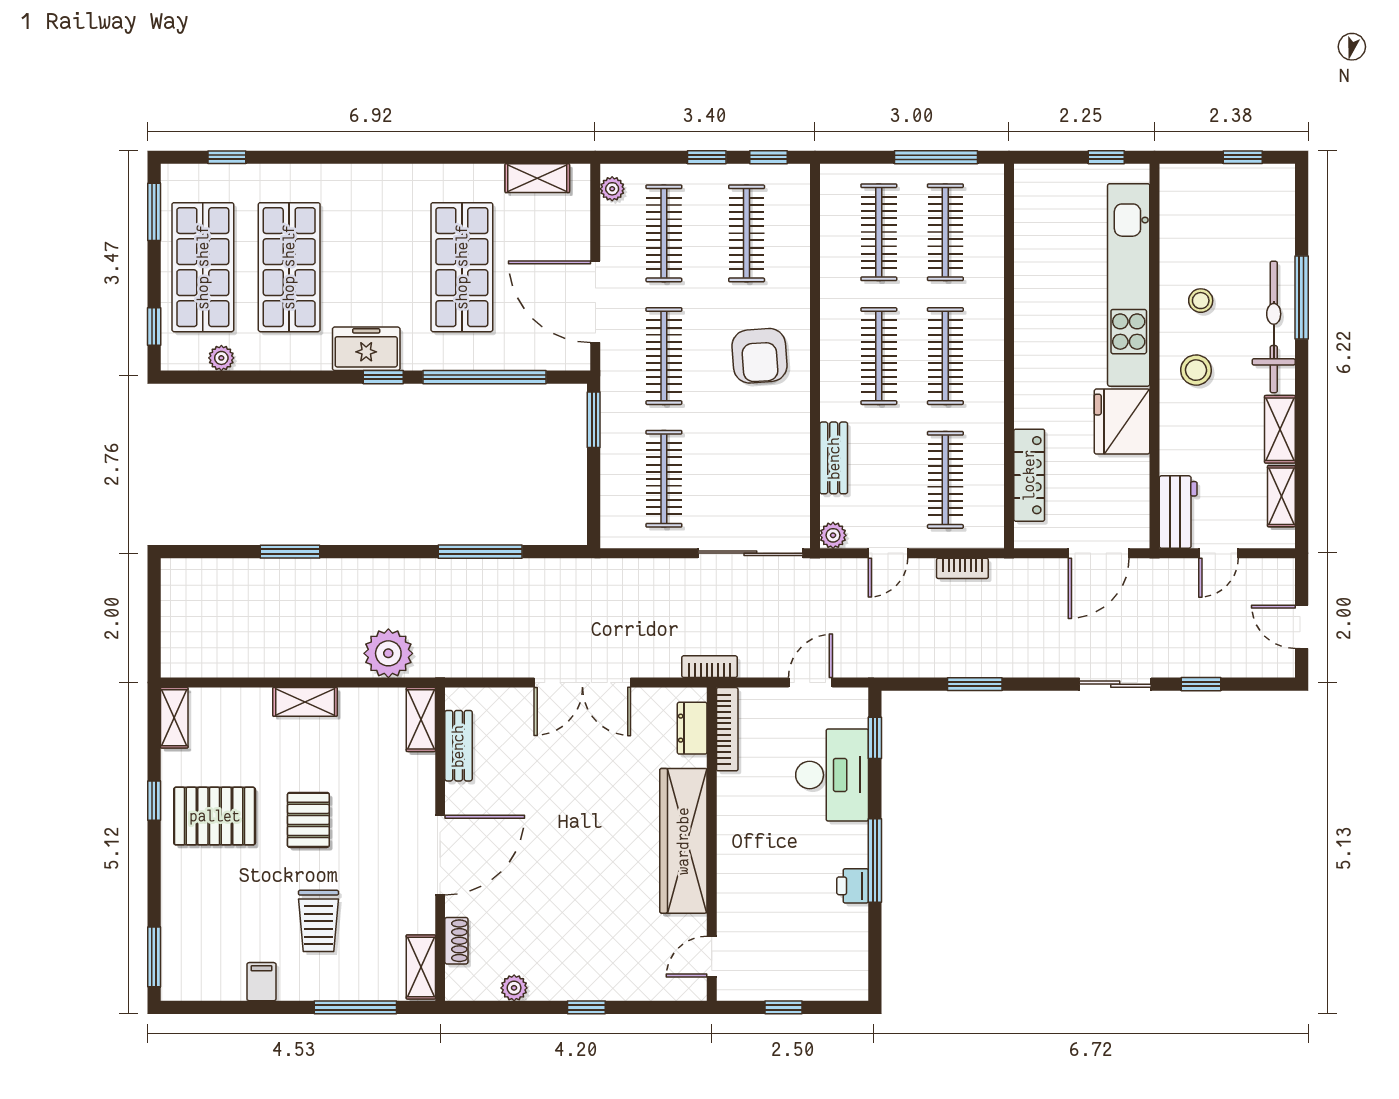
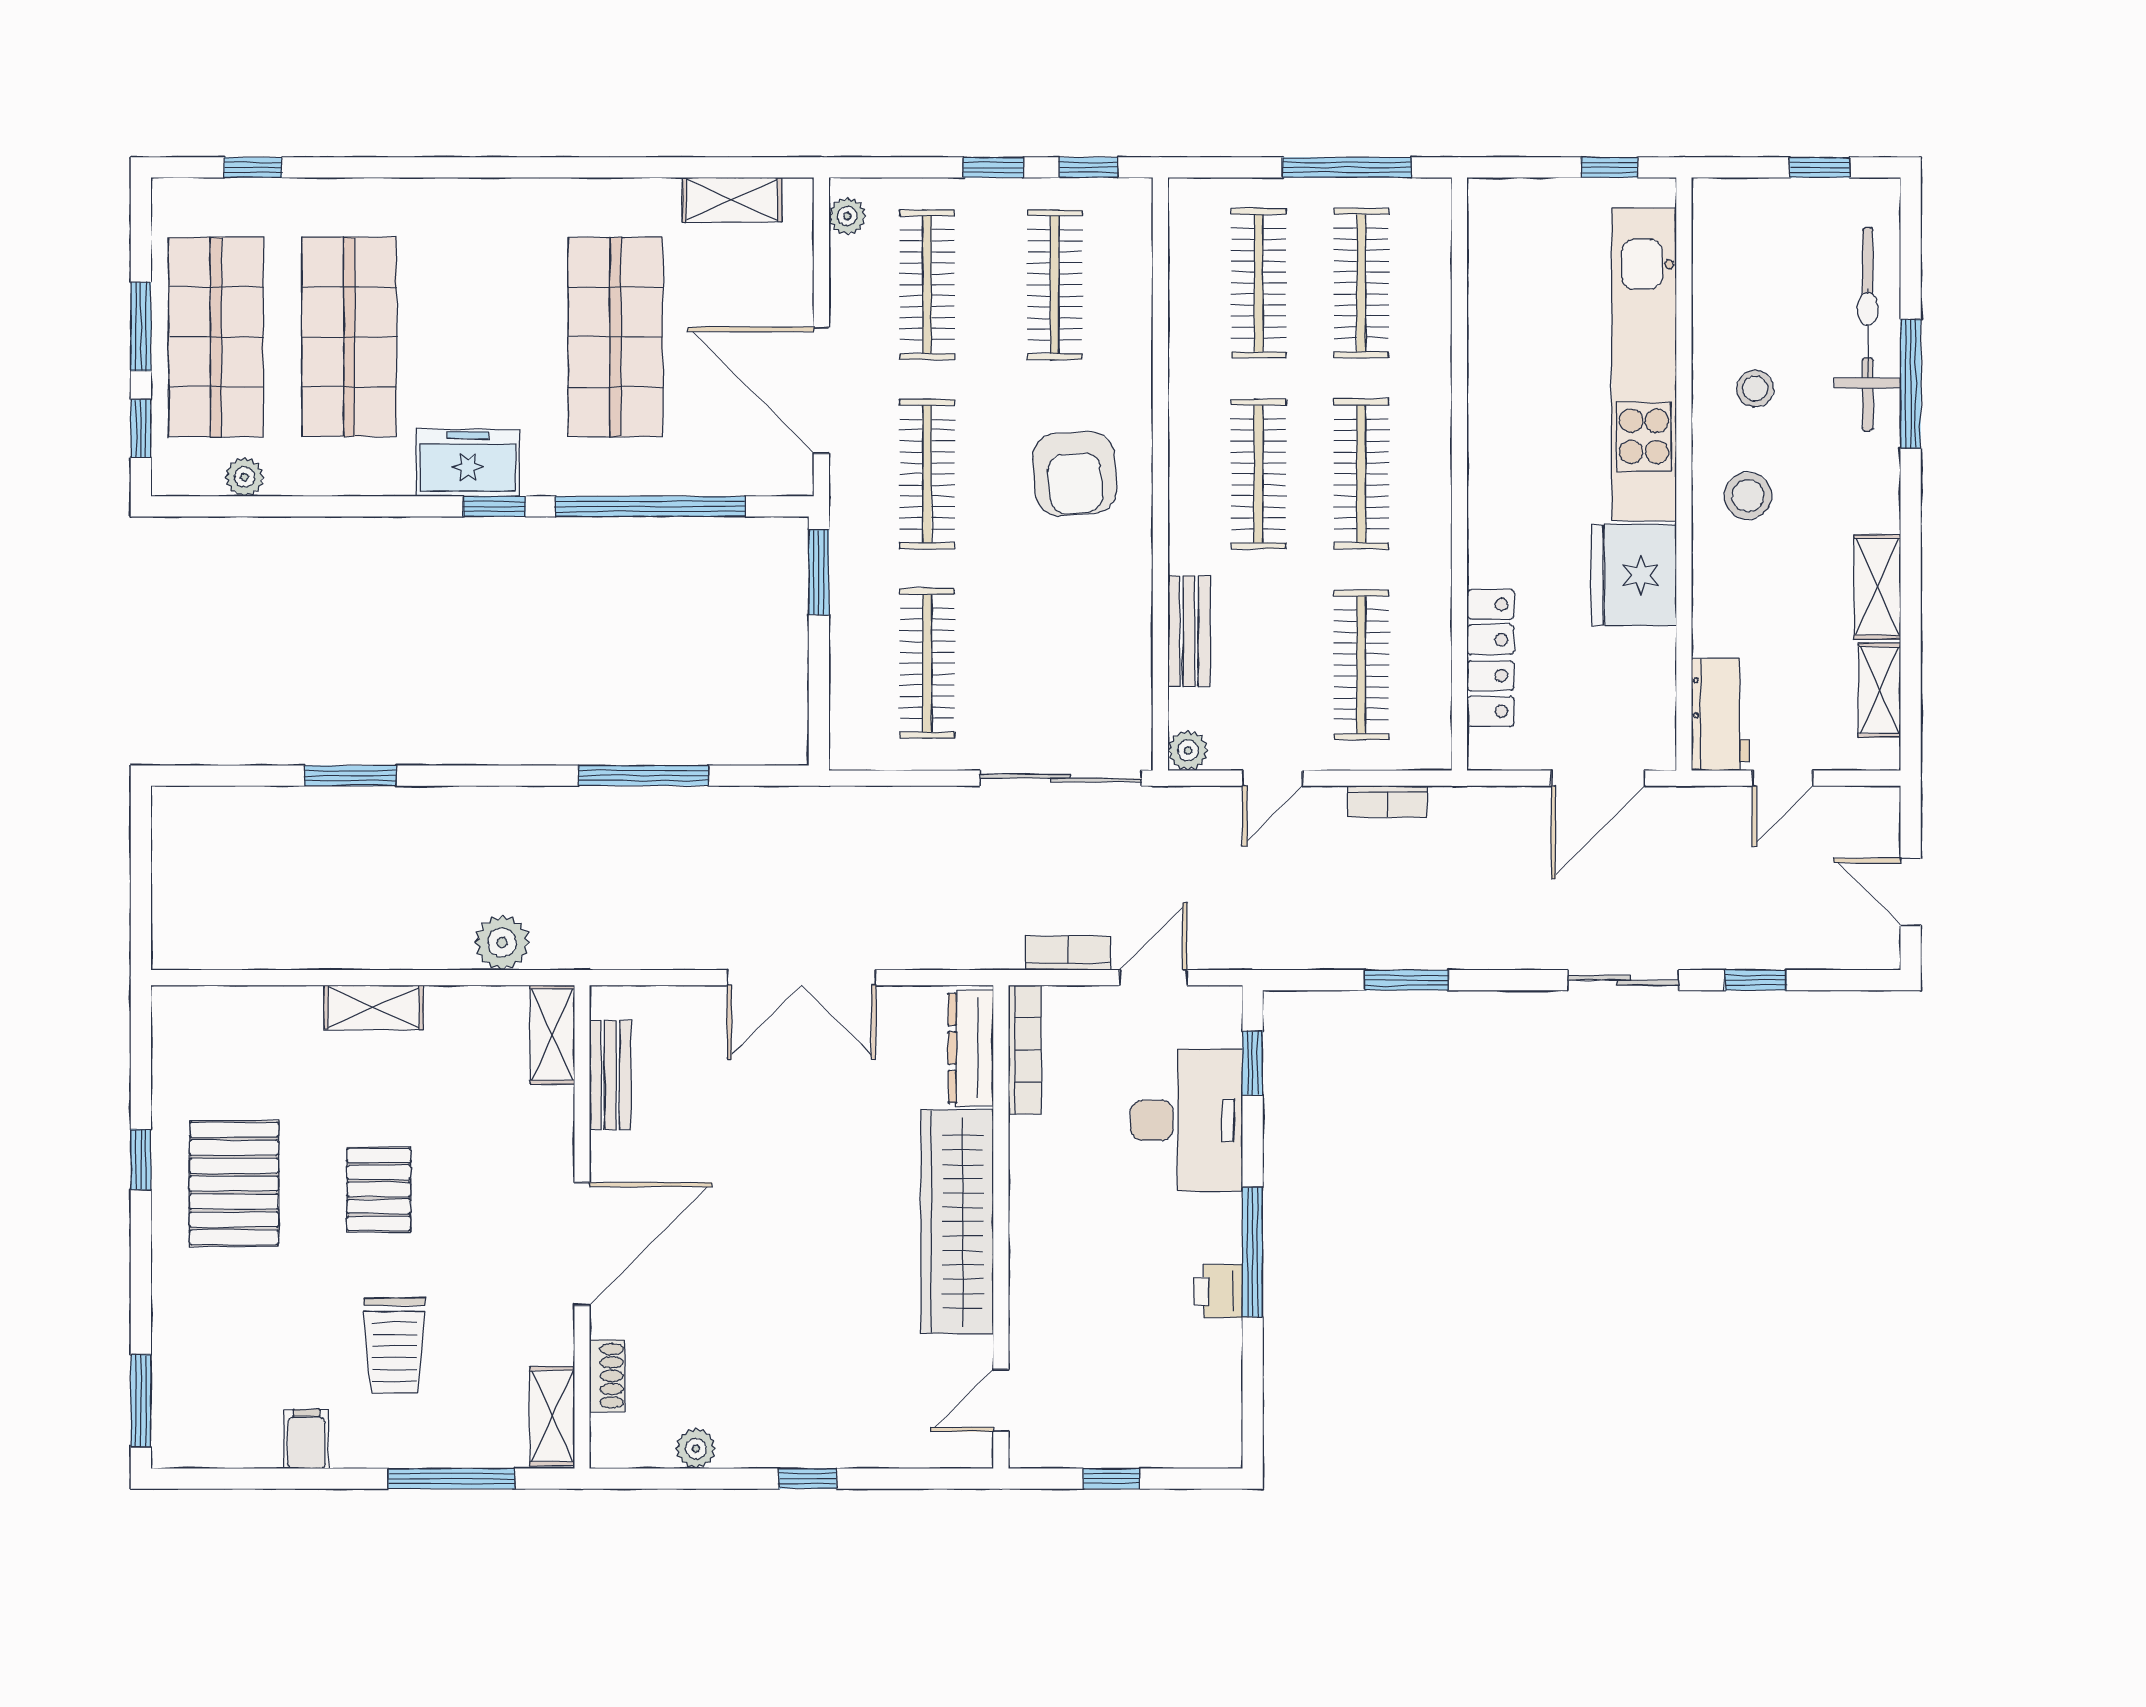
window: (154, 212) -> (141, 327), moved
bicycle: (1274, 327) -> (1868, 329), moved
plant: (388, 653) -> (502, 943), width x0.73, depth x0.73
bookcase: (710, 667) -> (1068, 953), moved
shelving: (174, 718) -> (172, 1032), removed
dresser: (692, 728) -> (971, 1048), width x1.44
pallet: (215, 816) -> (234, 1184), turned 90

